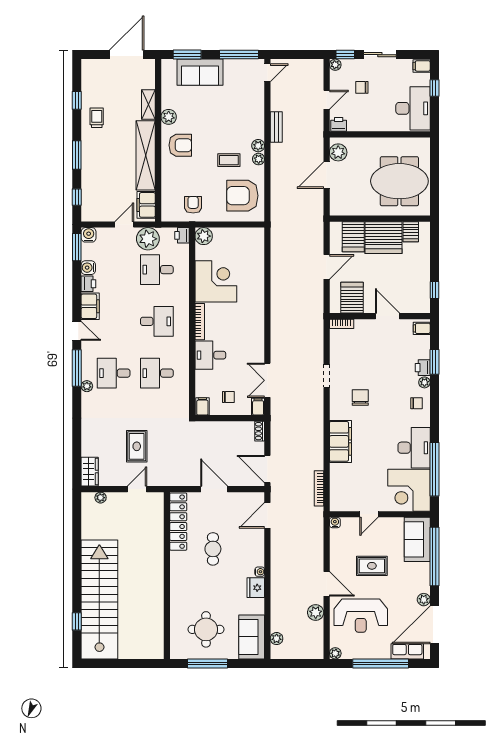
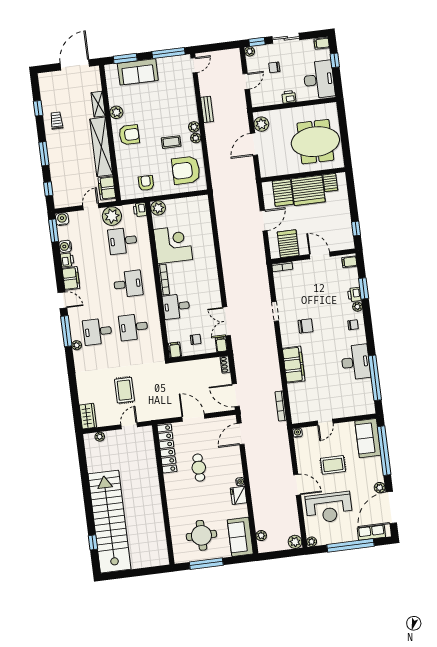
printer: (339, 124) -> (289, 97), moved
chair: (360, 398) -> (306, 326), turned 90
corner desk: (409, 490) -> (356, 398), removed
plant: (316, 612) -> (295, 542), moved

